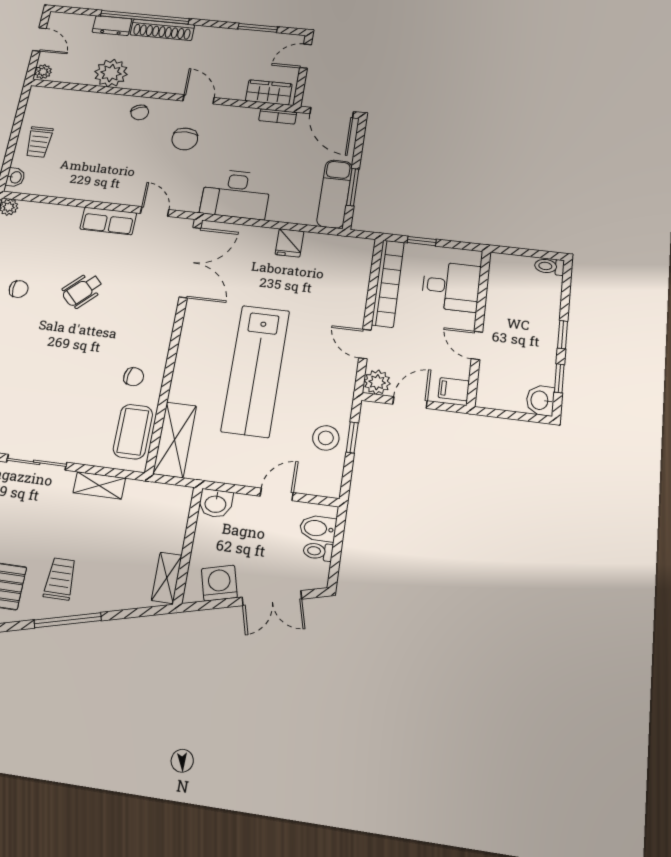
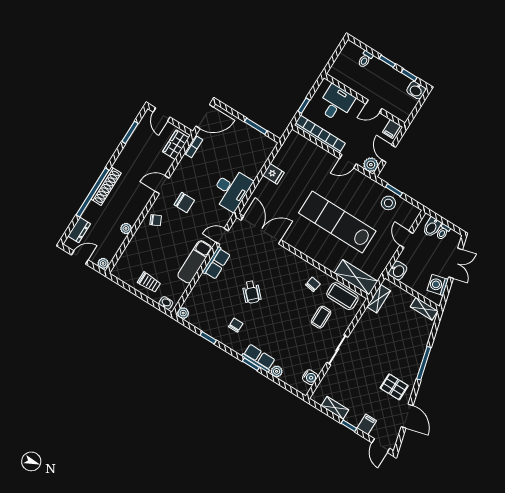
dresser: (112, 26) -> (79, 230), moved
plant: (111, 73) -> (126, 228), width x0.53, depth x0.53
exam couch: (335, 194) -> (195, 262), moved, turned 90
toilet: (549, 266) -> (365, 59), moved
lab bench: (256, 370) -> (337, 222), turned 180
coffee table: (83, 413) -> (321, 317), added
shelving: (99, 485) -> (379, 299), moved
trolley: (60, 579) -> (402, 360), removed

